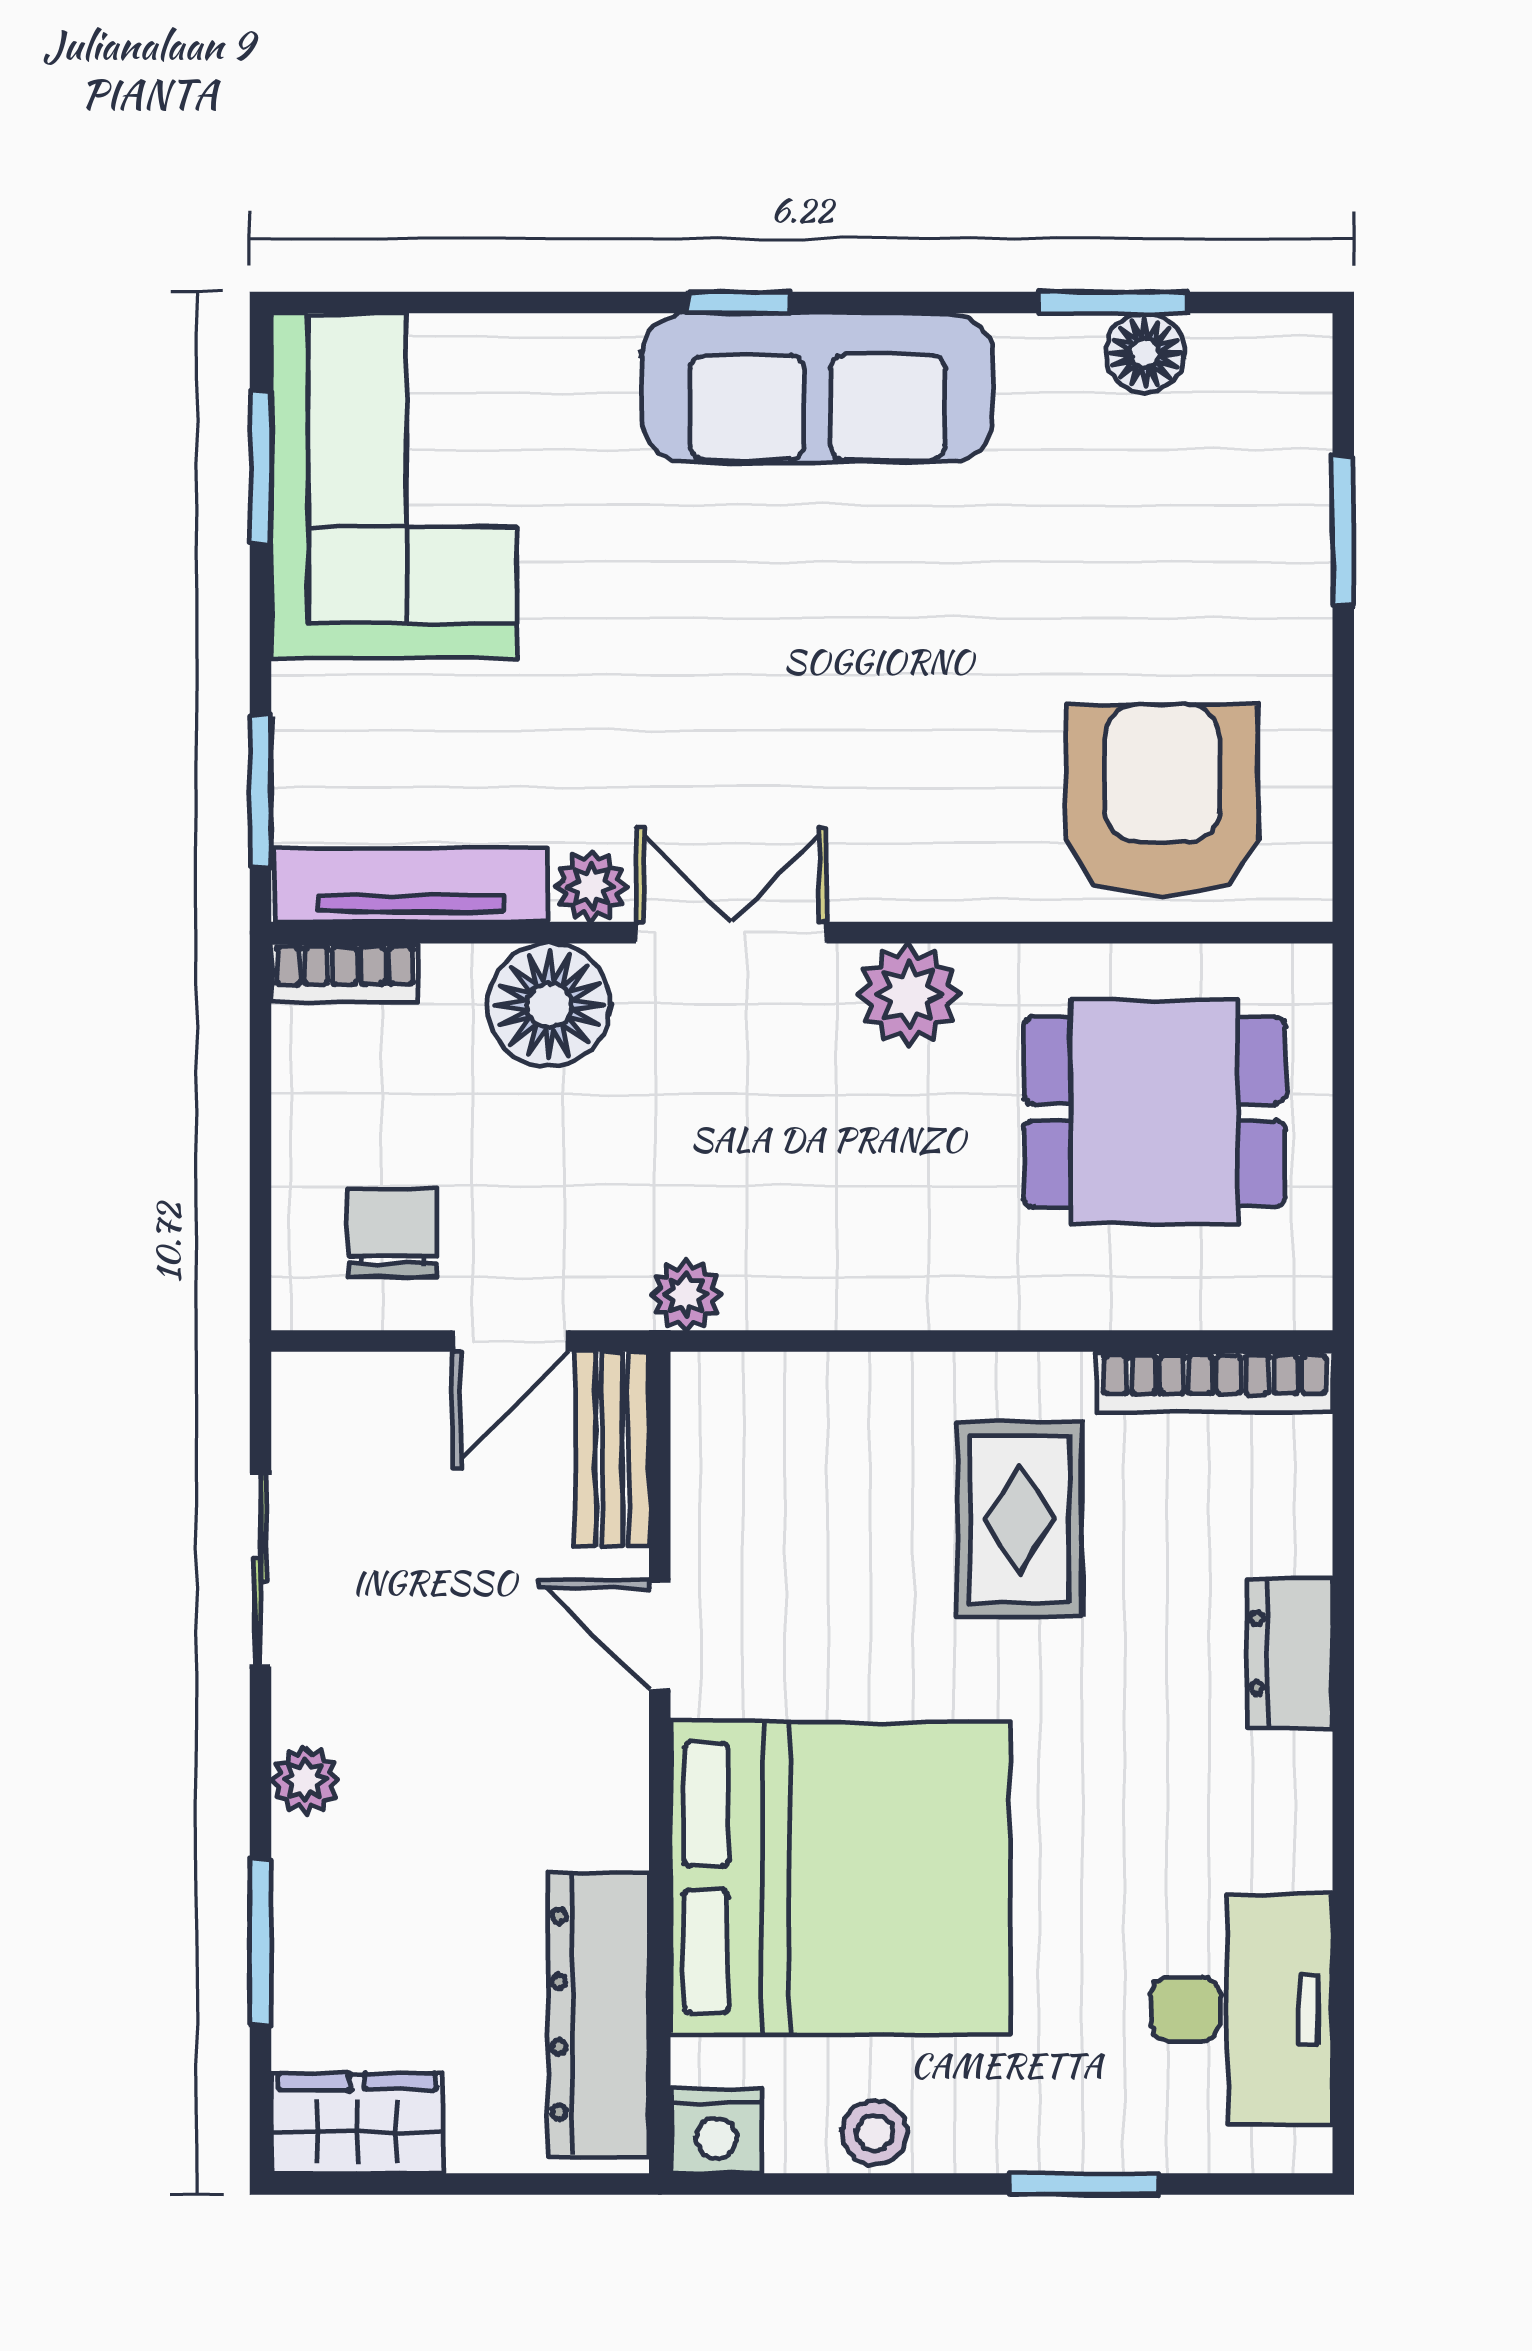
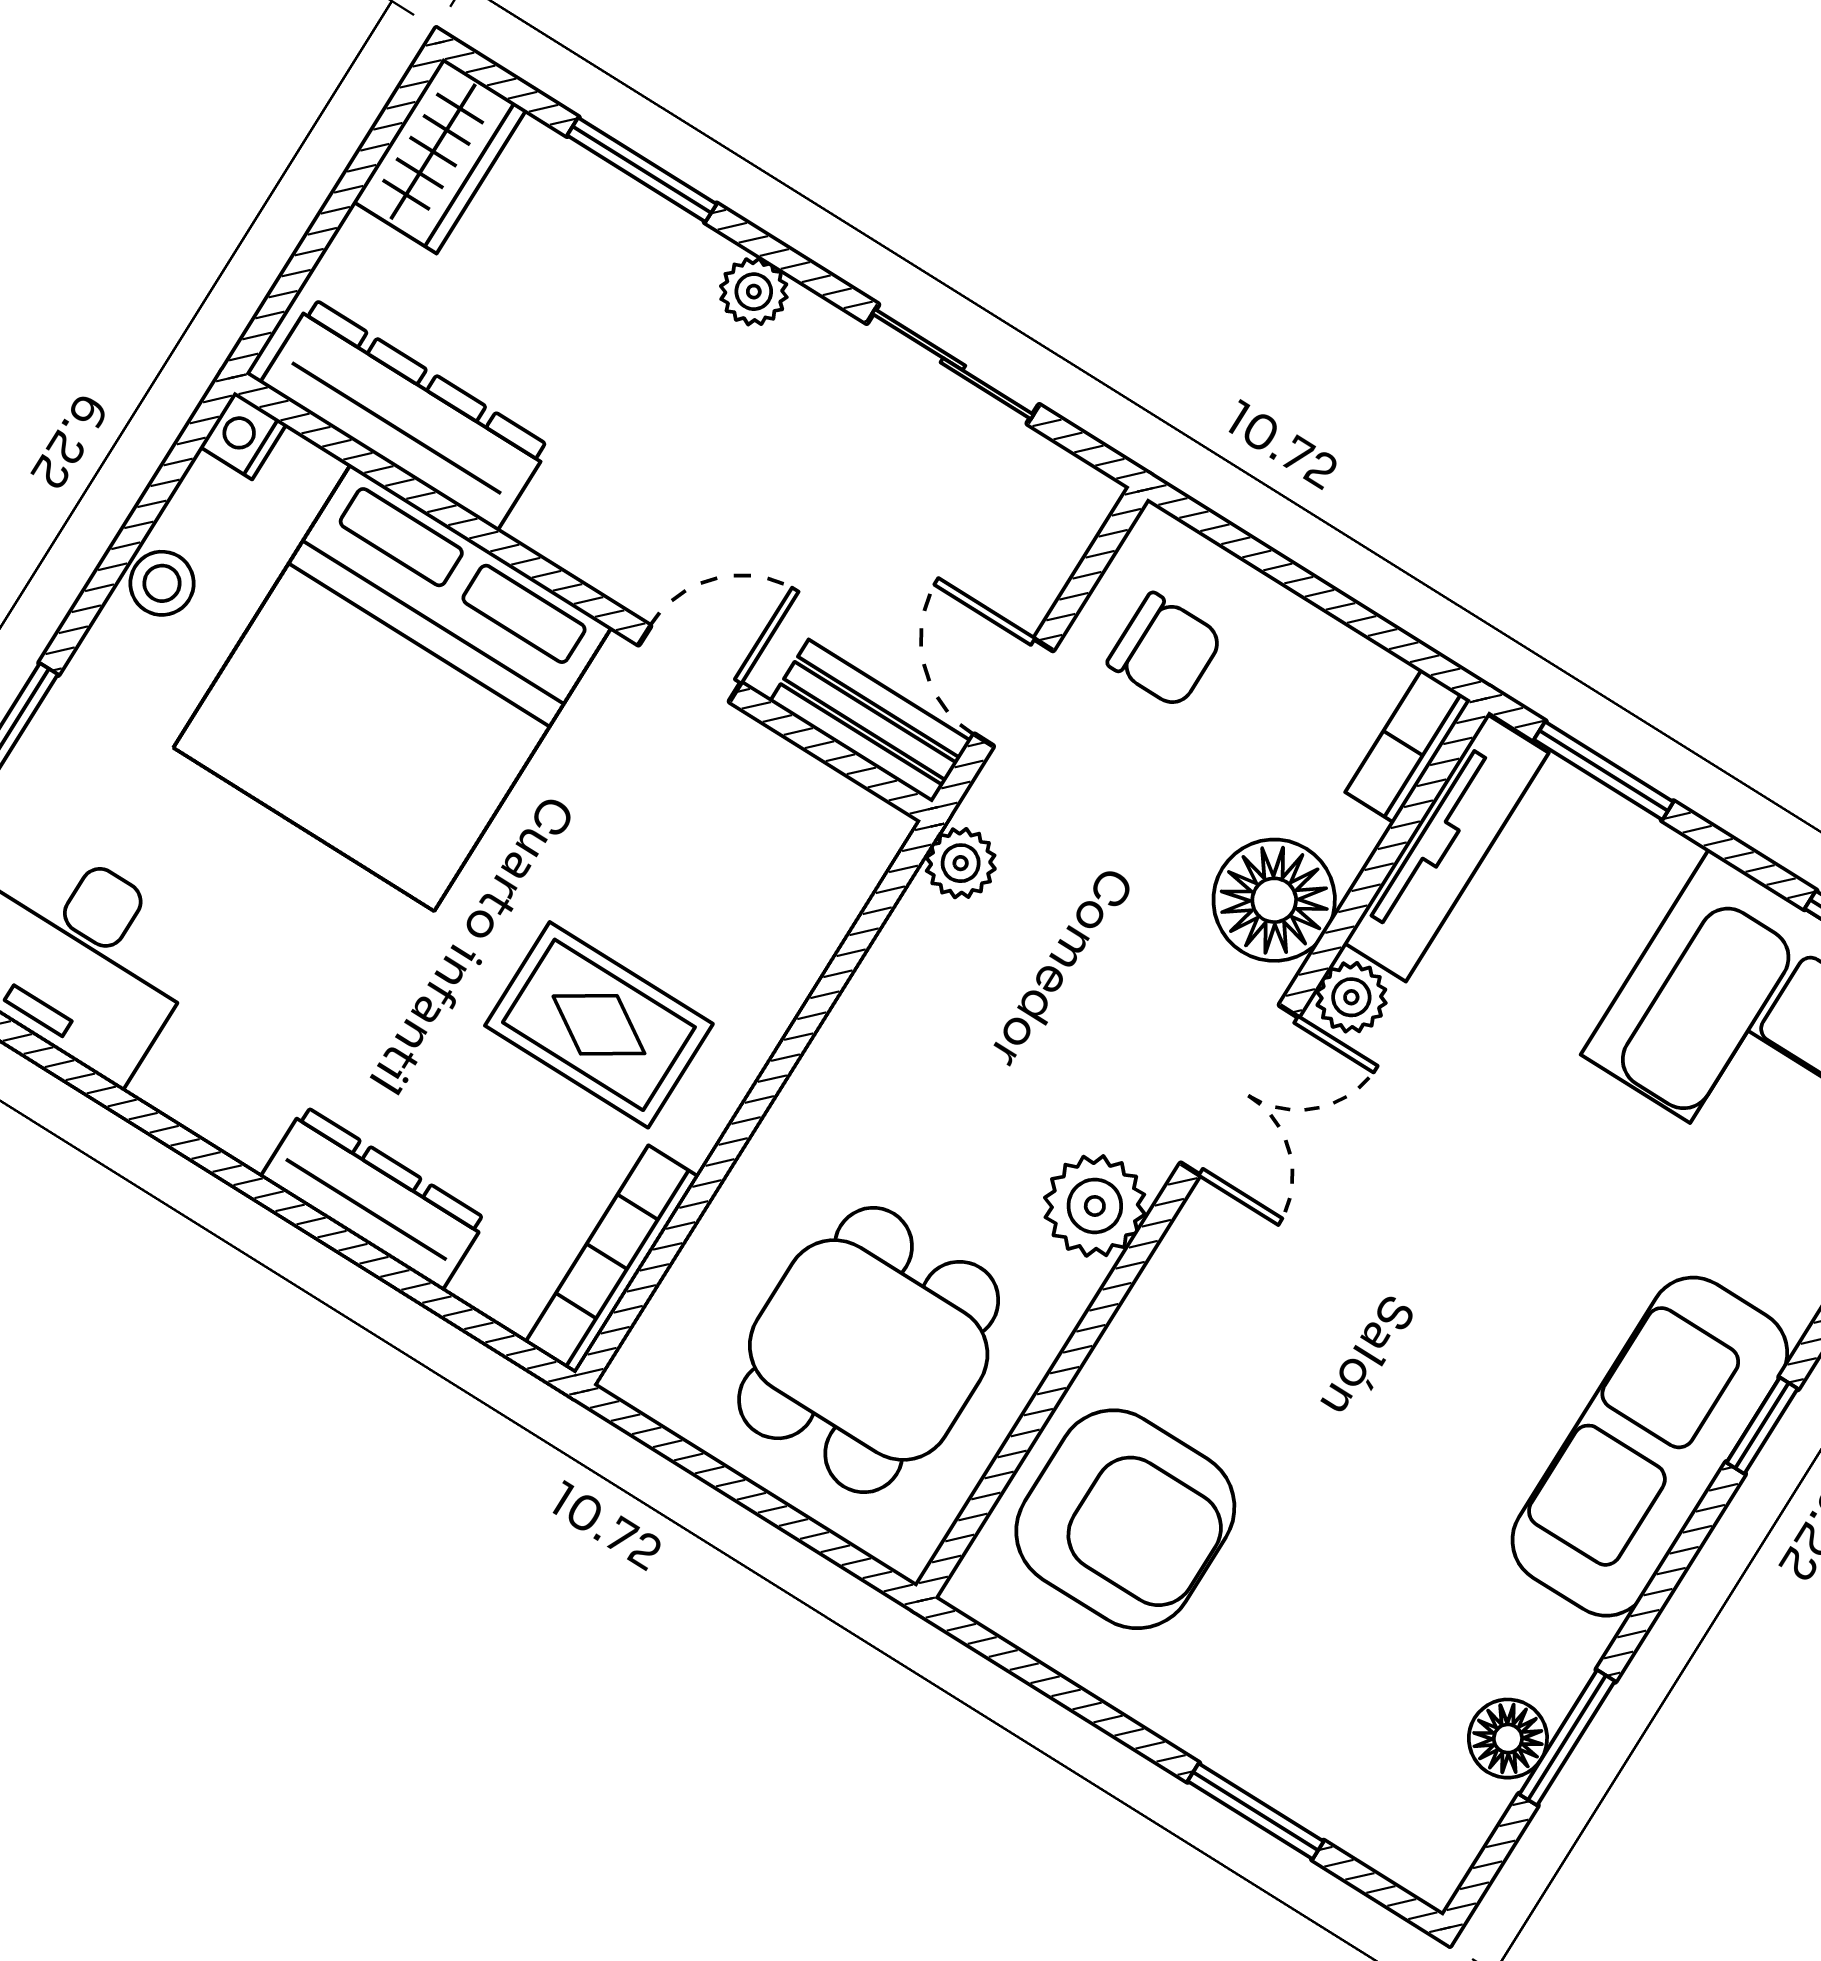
dresser: (1290, 1653) -> (373, 1198), width x1.44
nightstand: (716, 2131) -> (243, 436), width x0.72, depth x0.74

